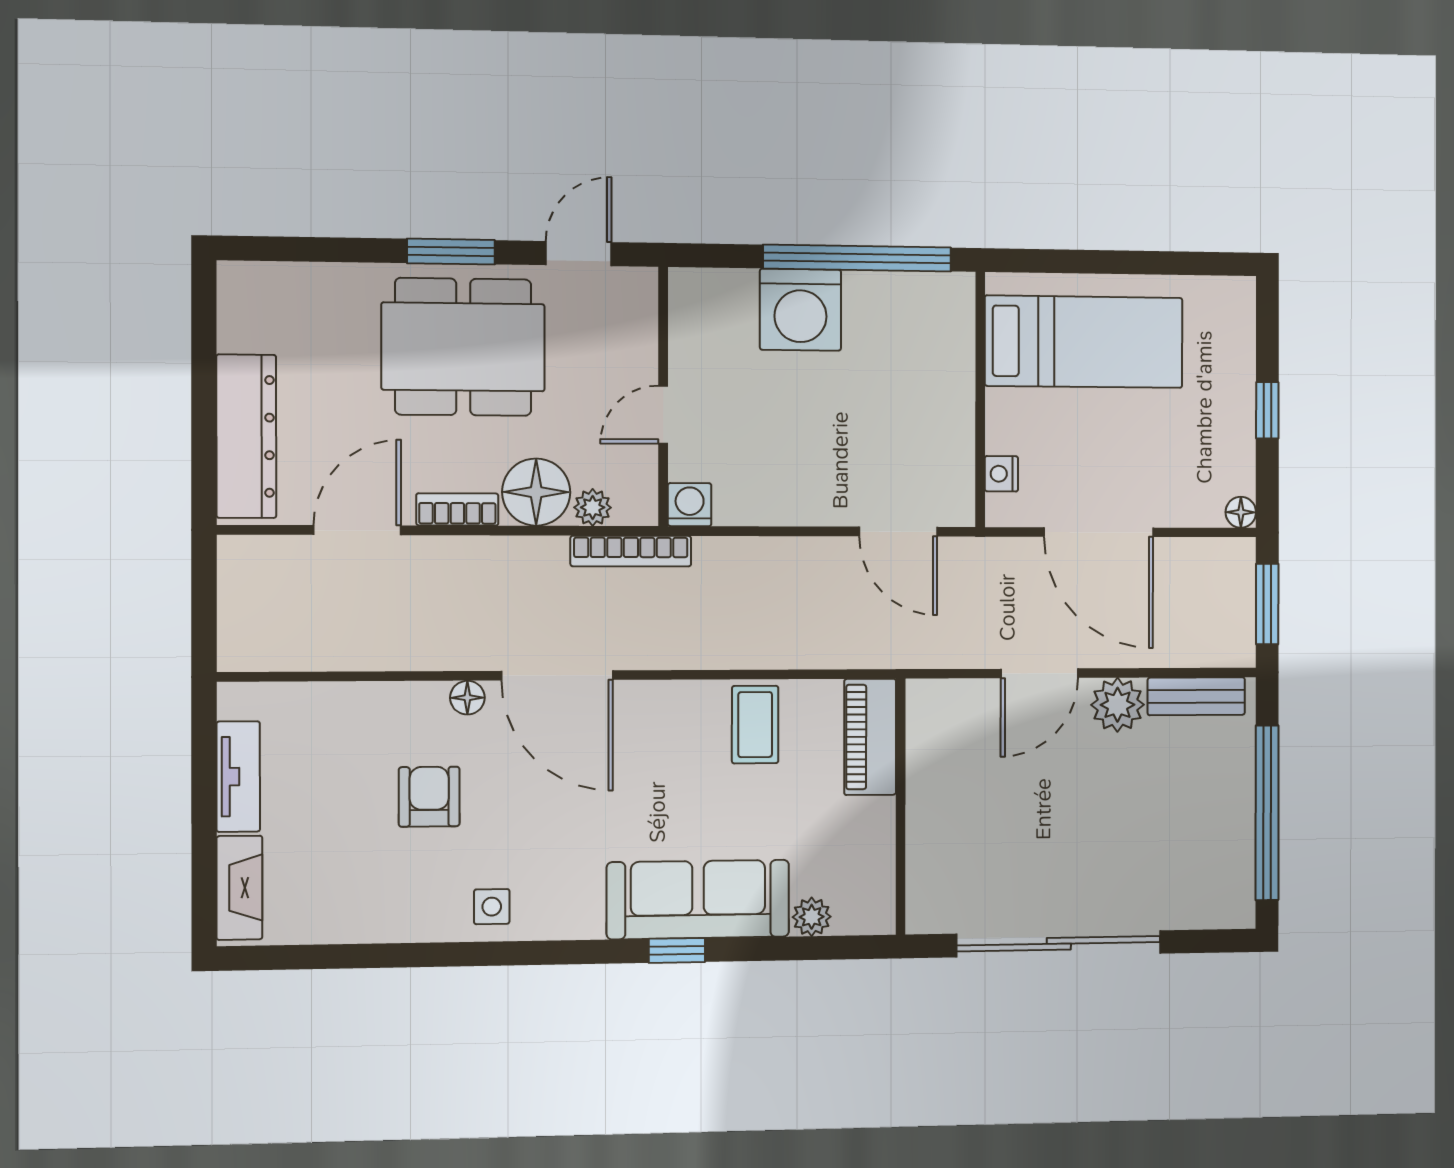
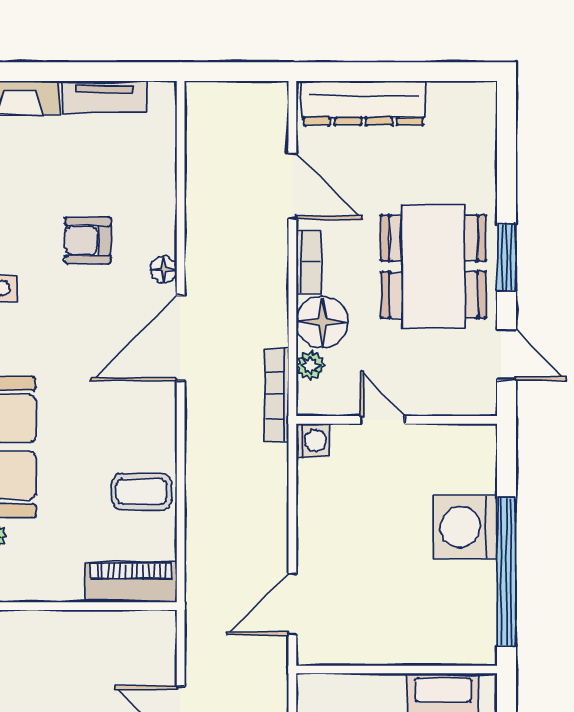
nightstand: (1001, 474) -> (338, 686), removed
armchair: (429, 797) -> (88, 240), turned 180

